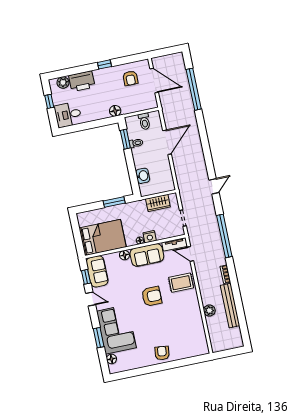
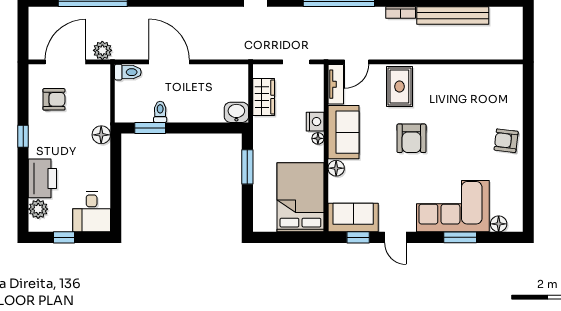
toilet: (144, 121) -> (128, 72), moved
washbasin: (143, 176) -> (236, 112), moved
armchair: (152, 296) -> (411, 138), turned 180
door: (91, 299) -> (395, 237), swing flipped
plant: (209, 311) -> (102, 50), moved

